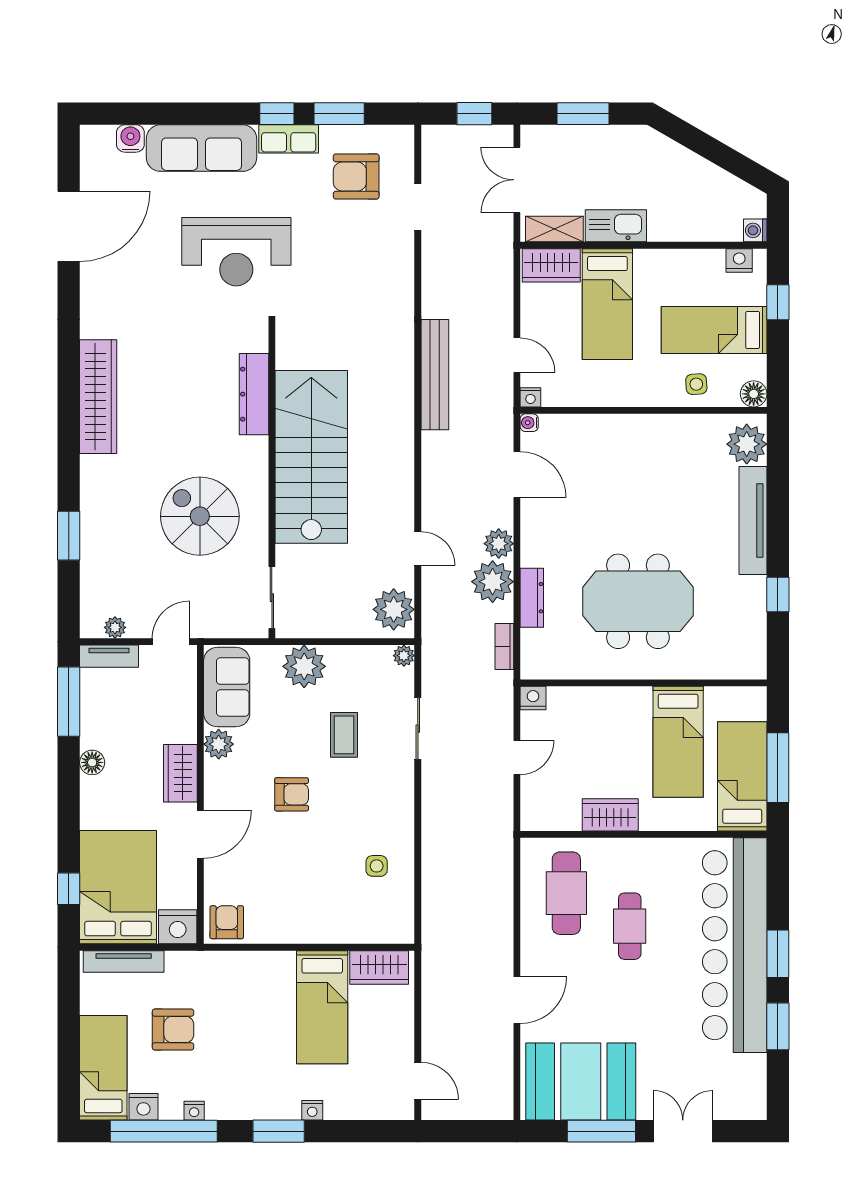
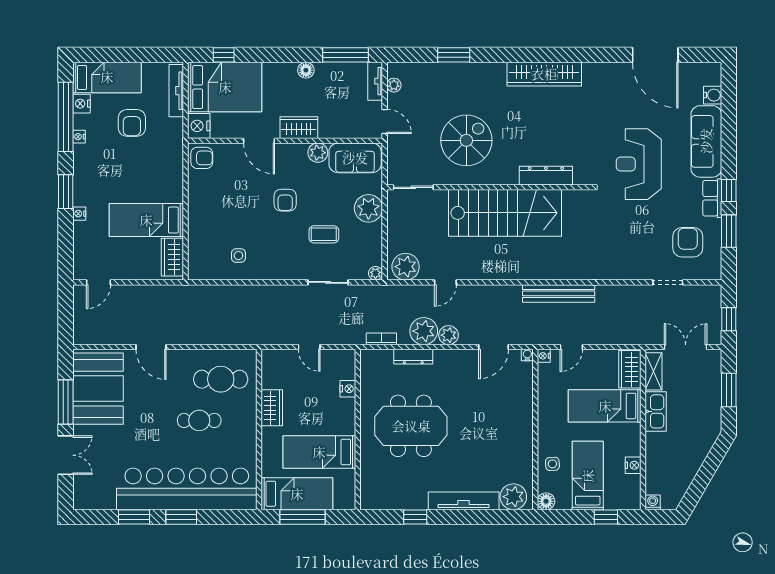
nightstand: (739, 260) -> (633, 465), moved
meeting table: (638, 601) -> (411, 426), turned 90
nightstand: (533, 698) -> (348, 389), moved

